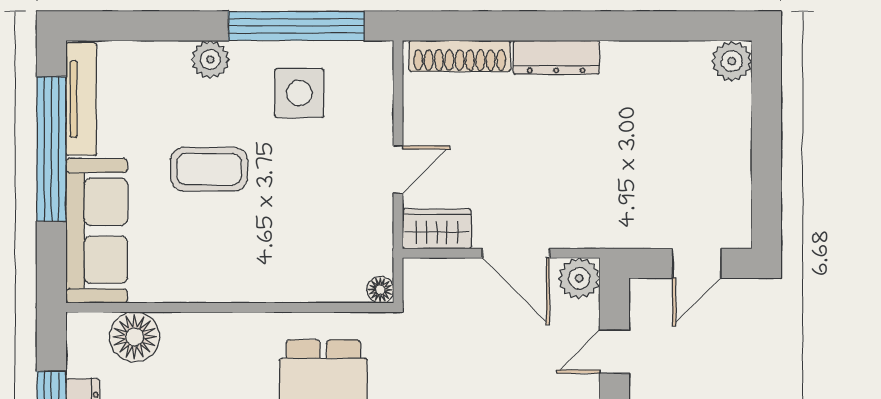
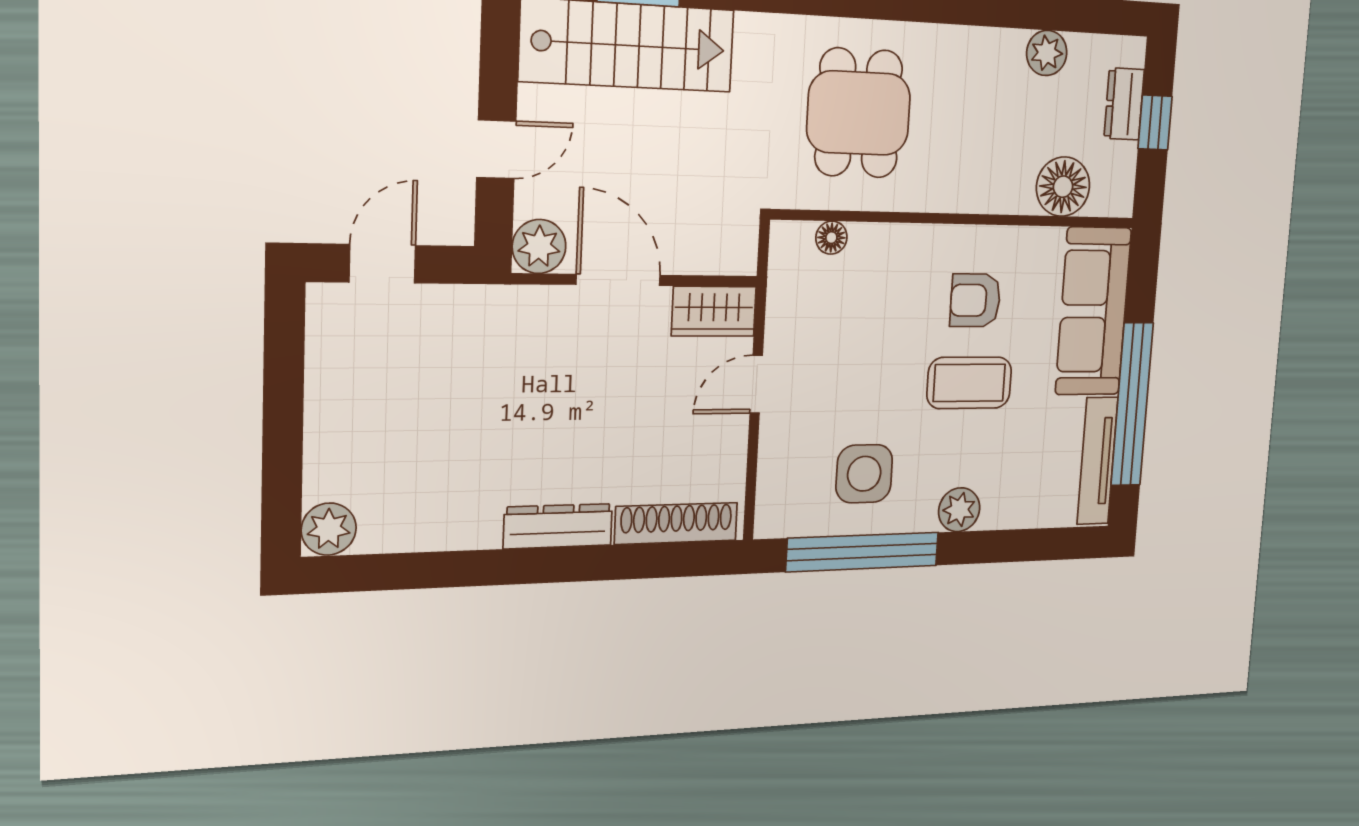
armchair: (209, 239) -> (975, 300), added
floor lamp: (380, 290) -> (831, 238), moved

